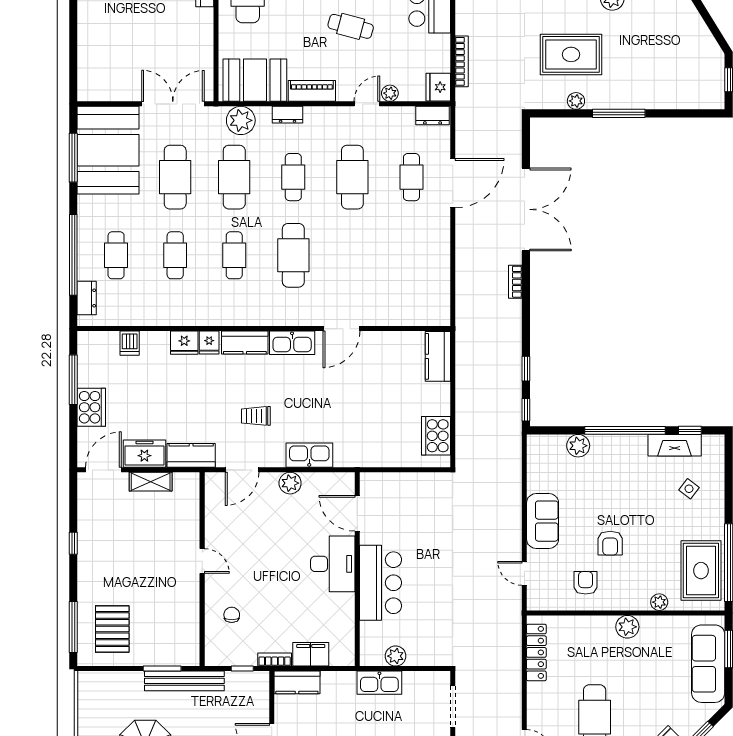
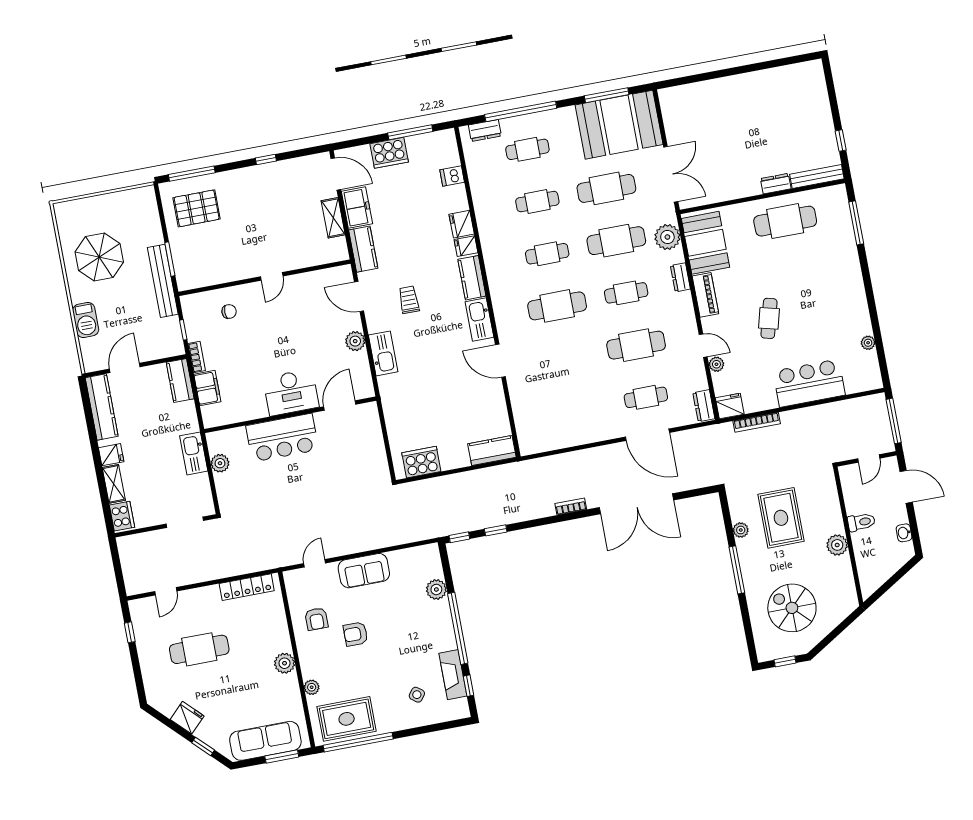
spiral stairs: (672, 61) -> (792, 608), added
armchair: (586, 583) -> (316, 619), turned 90

